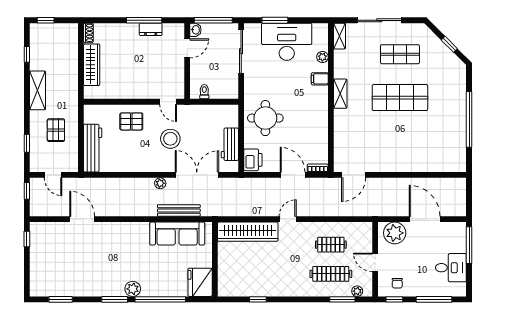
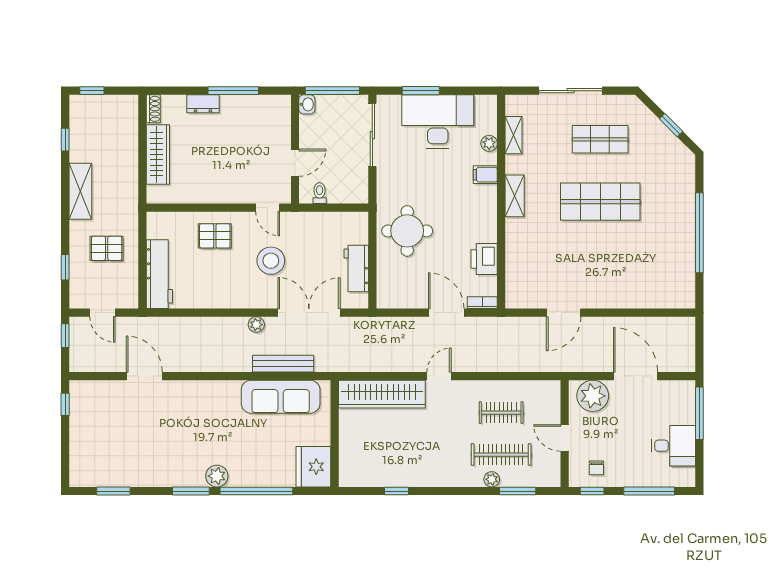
dresser: (151, 29) -> (203, 104), moved
shelving: (339, 36) -> (514, 135), moved
door: (187, 48) -> (295, 163), moved
pallet: (56, 130) -> (107, 248), turned 90
printer: (253, 160) -> (484, 259), moved, turned 180
door: (354, 175) -> (564, 313), moved
plant: (357, 291) -> (492, 479), moved

